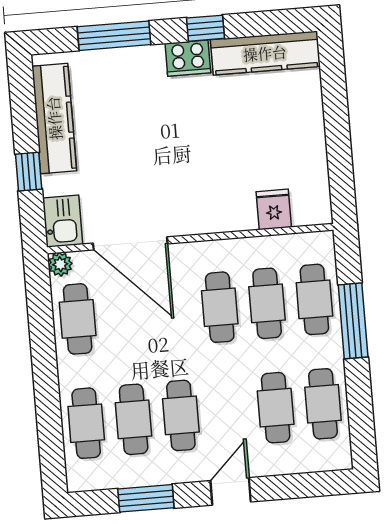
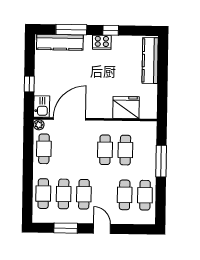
kitchen counter: (265, 53) -> (150, 61), moved, turned 90
kitchen counter: (54, 118) -> (60, 42), moved, turned 90
fridge: (274, 209) -> (126, 107), width x1.88, depth x1.34
door: (130, 243) -> (70, 119), swing flipped
cafe table: (314, 299) -> (146, 150), removed
door: (231, 491) -> (102, 229), hinge flipped

